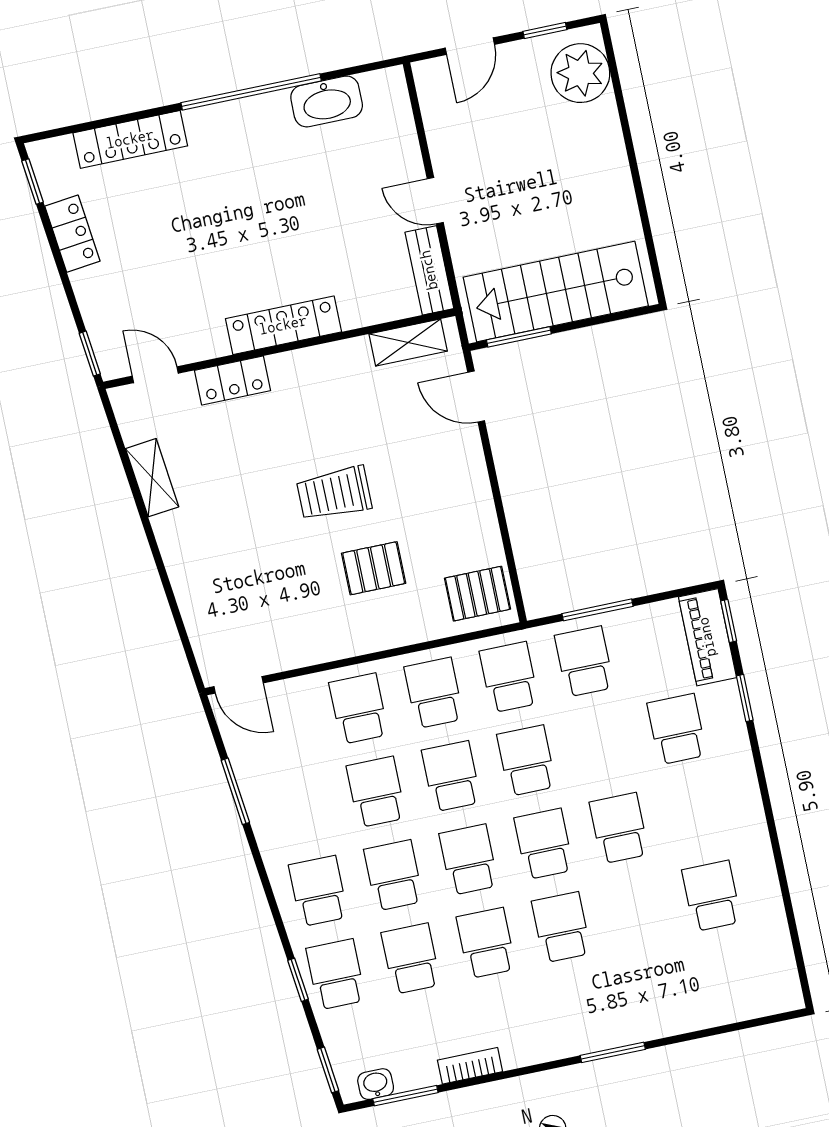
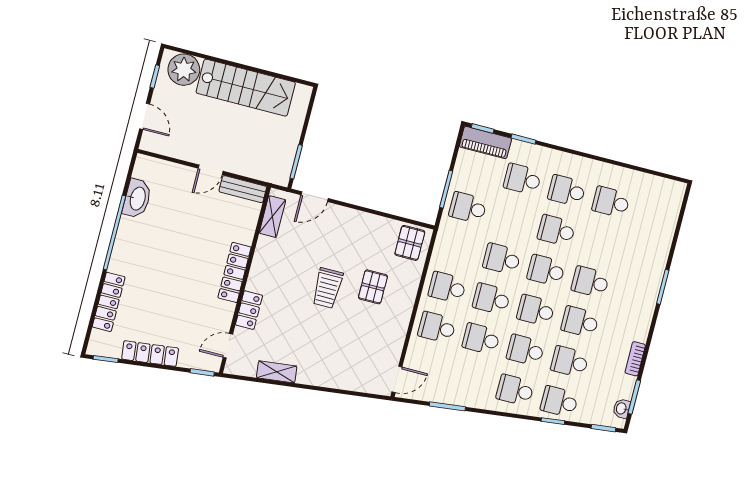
locker: (72, 234) -> (150, 354), width x1.53
stairs: (556, 292) -> (246, 88), moved, turned -90
school desk: (509, 677) -> (567, 191), moved

